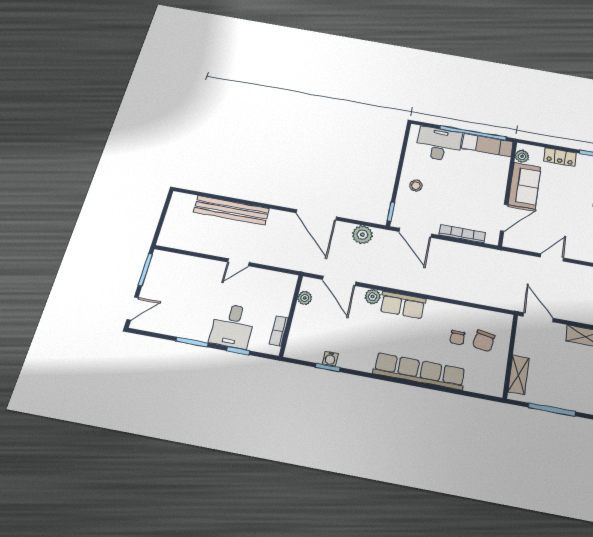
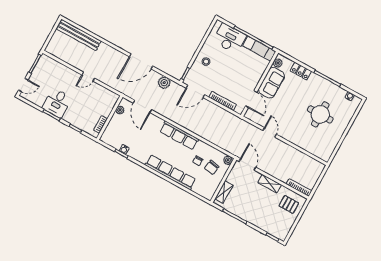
bench: (231, 210) -> (79, 35), moved
door: (316, 215) -> (141, 61), hinge flipped
door: (504, 218) -> (251, 99), hinge flipped
door: (415, 233) -> (195, 91), hinge flipped
door: (552, 257) -> (270, 132), hinge flipped
plant: (373, 297) -> (228, 160), moved
row of seats: (403, 305) -> (179, 135), width x1.48
desk: (232, 326) -> (57, 103), moved

